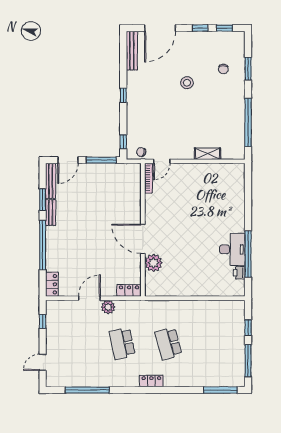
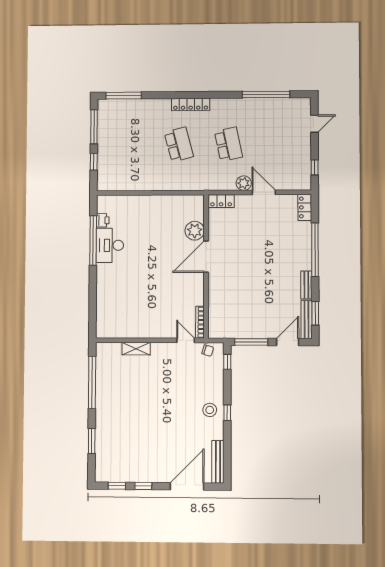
chair: (223, 69) -> (118, 441), removed
stool: (187, 83) -> (210, 410), moved
door: (162, 161) -> (186, 340), hinge flipped
window: (43, 200) -> (315, 313), moved
door: (143, 239) -> (206, 257), swing flipped
door: (89, 298) -> (264, 192), swing flipped
locker: (151, 381) -> (191, 105), width x1.53

